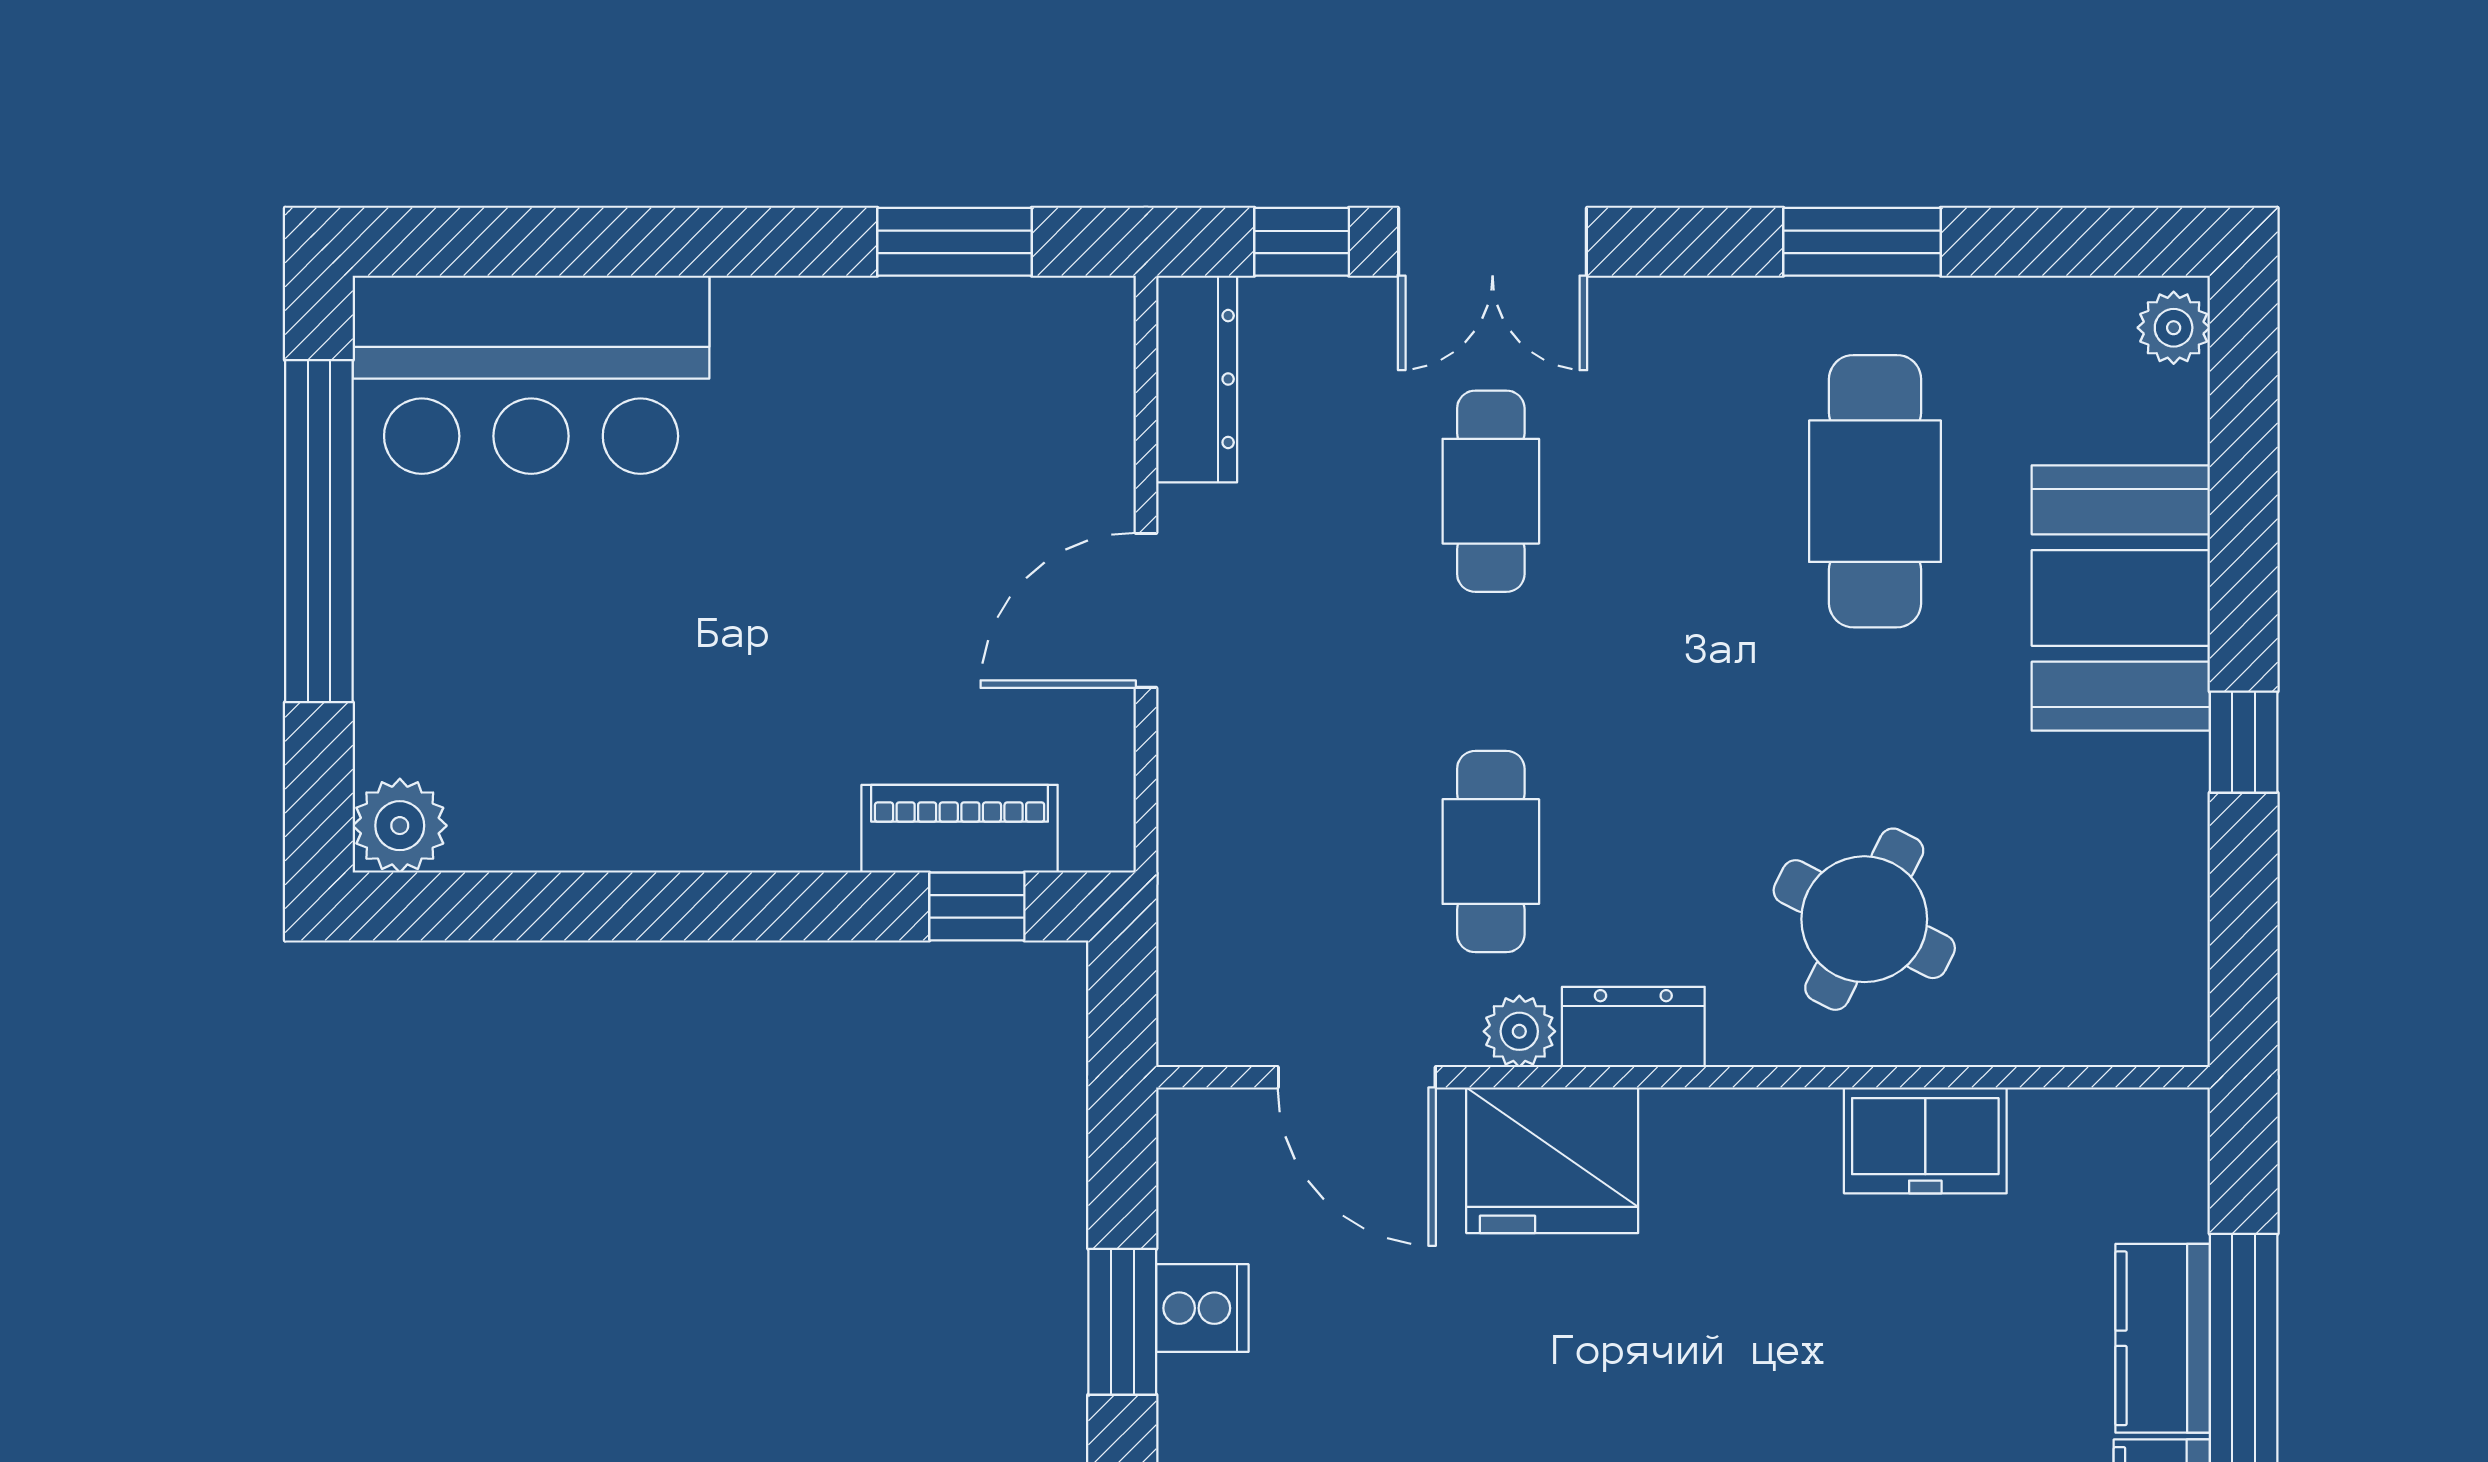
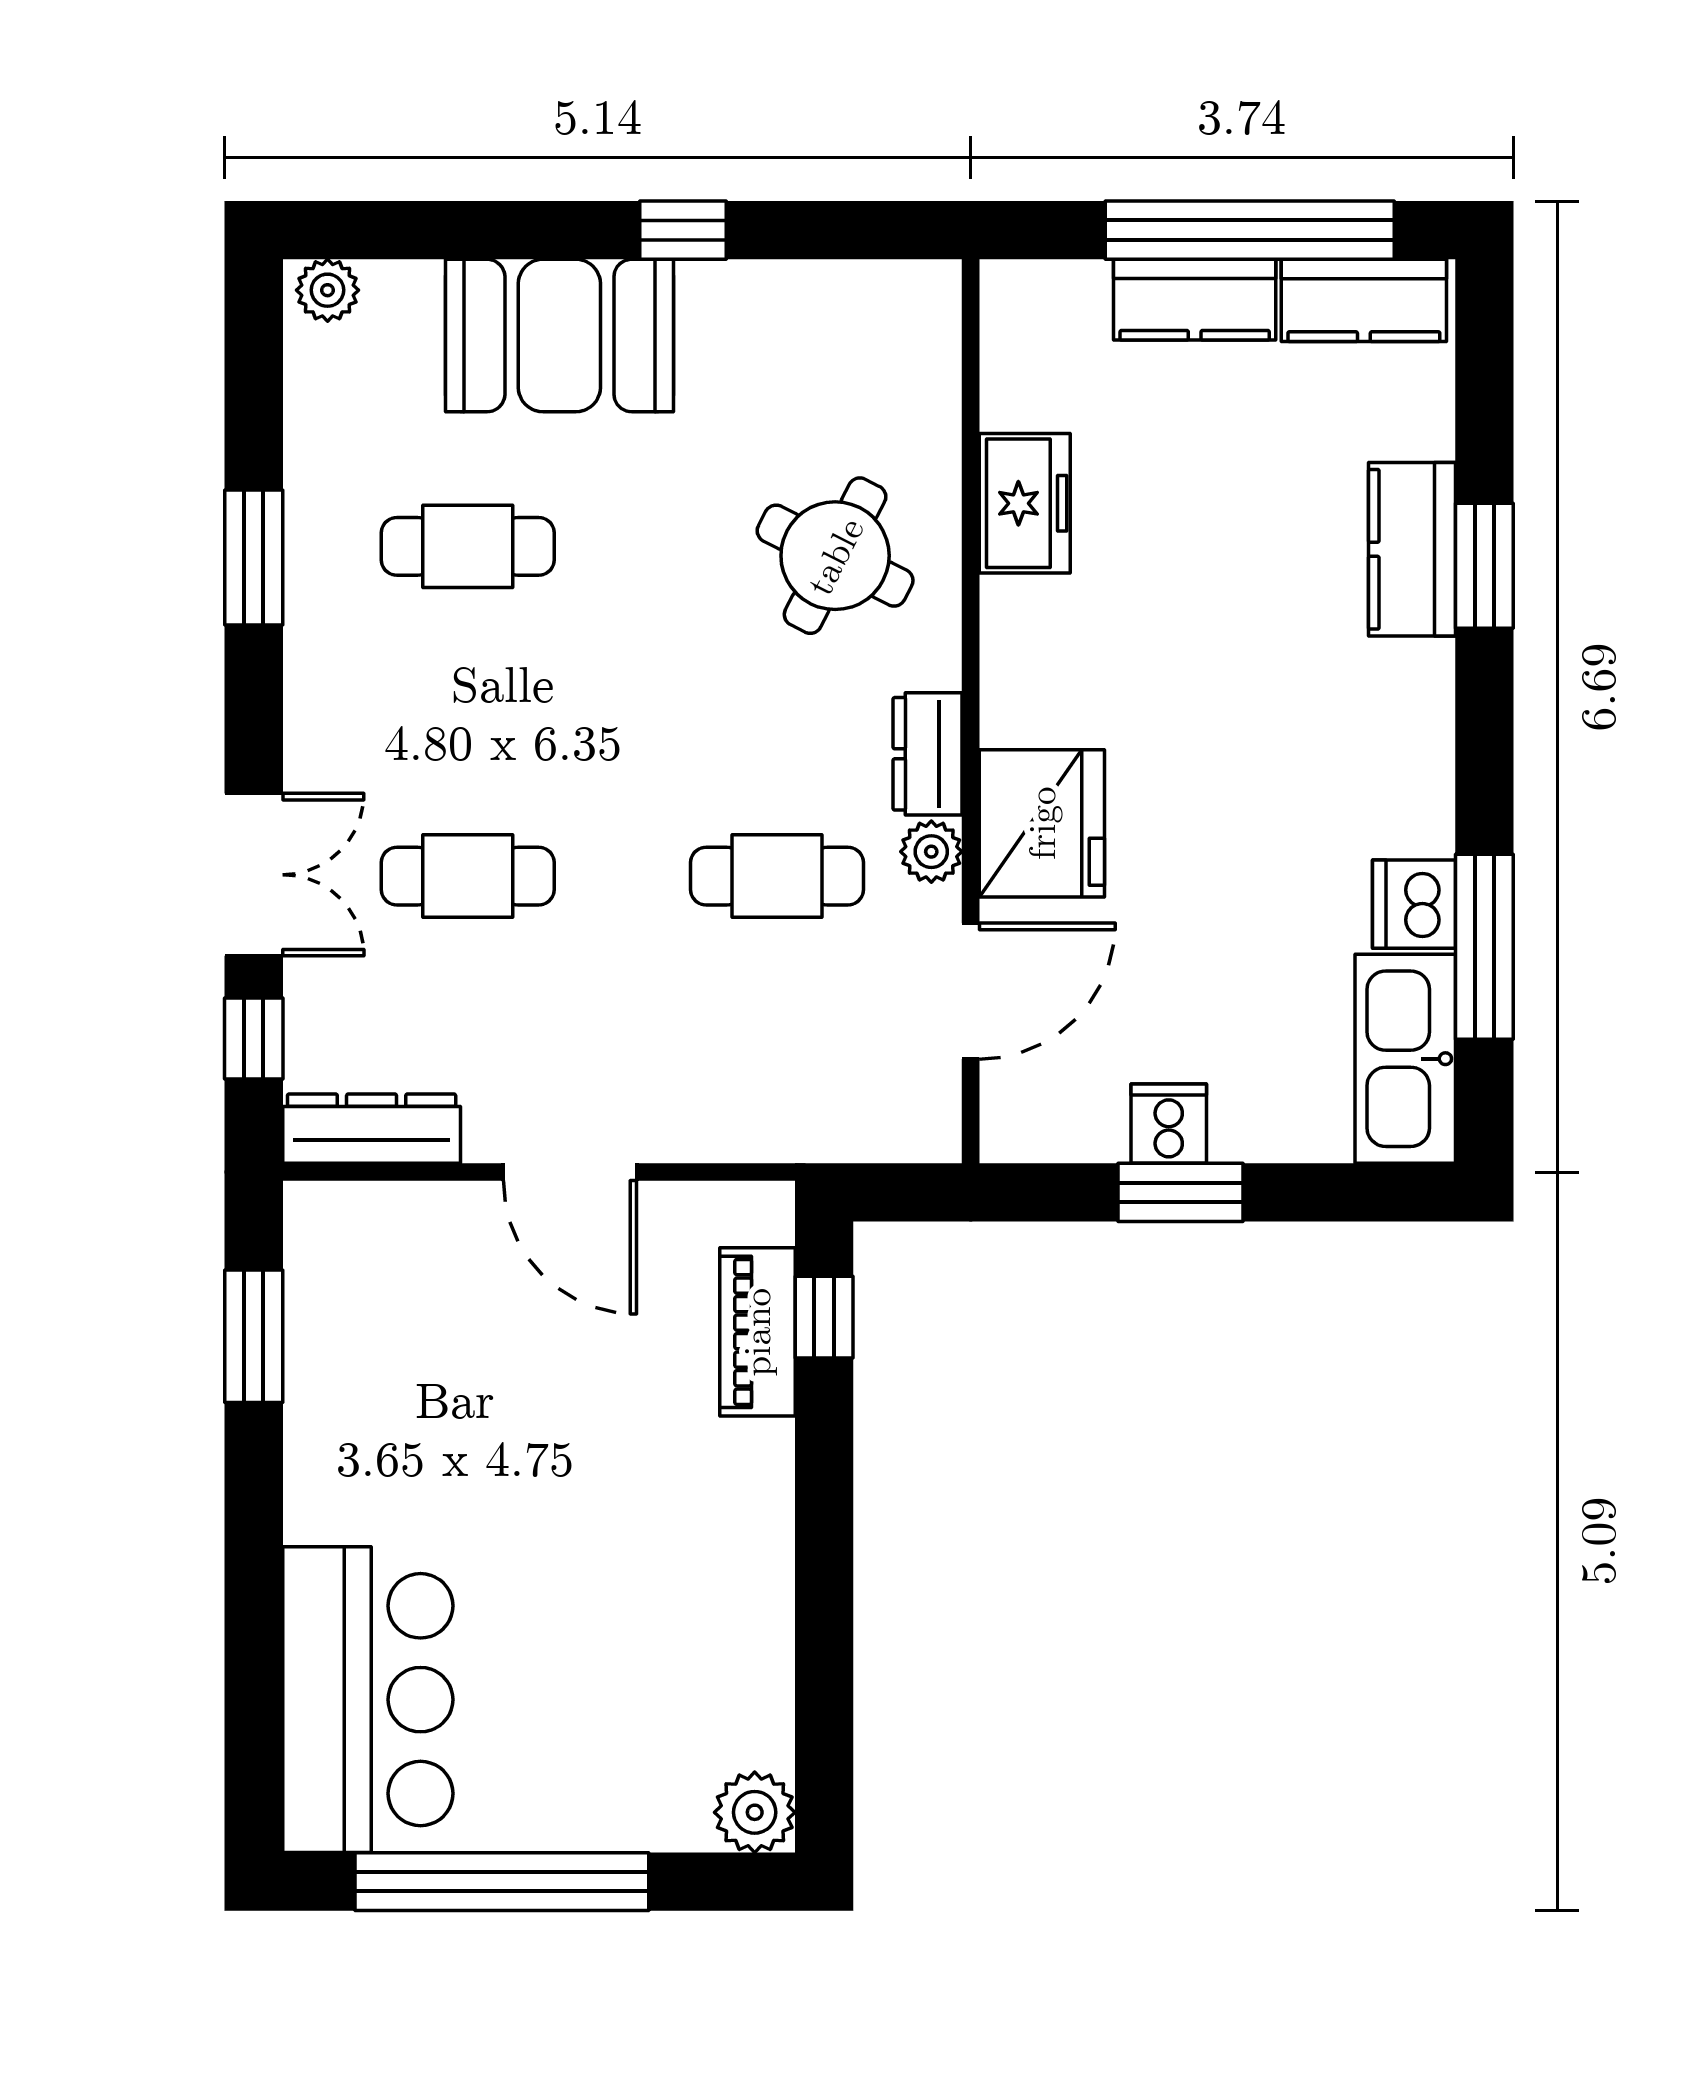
cafe table: (1875, 491) -> (468, 546), width x0.73, depth x0.74

